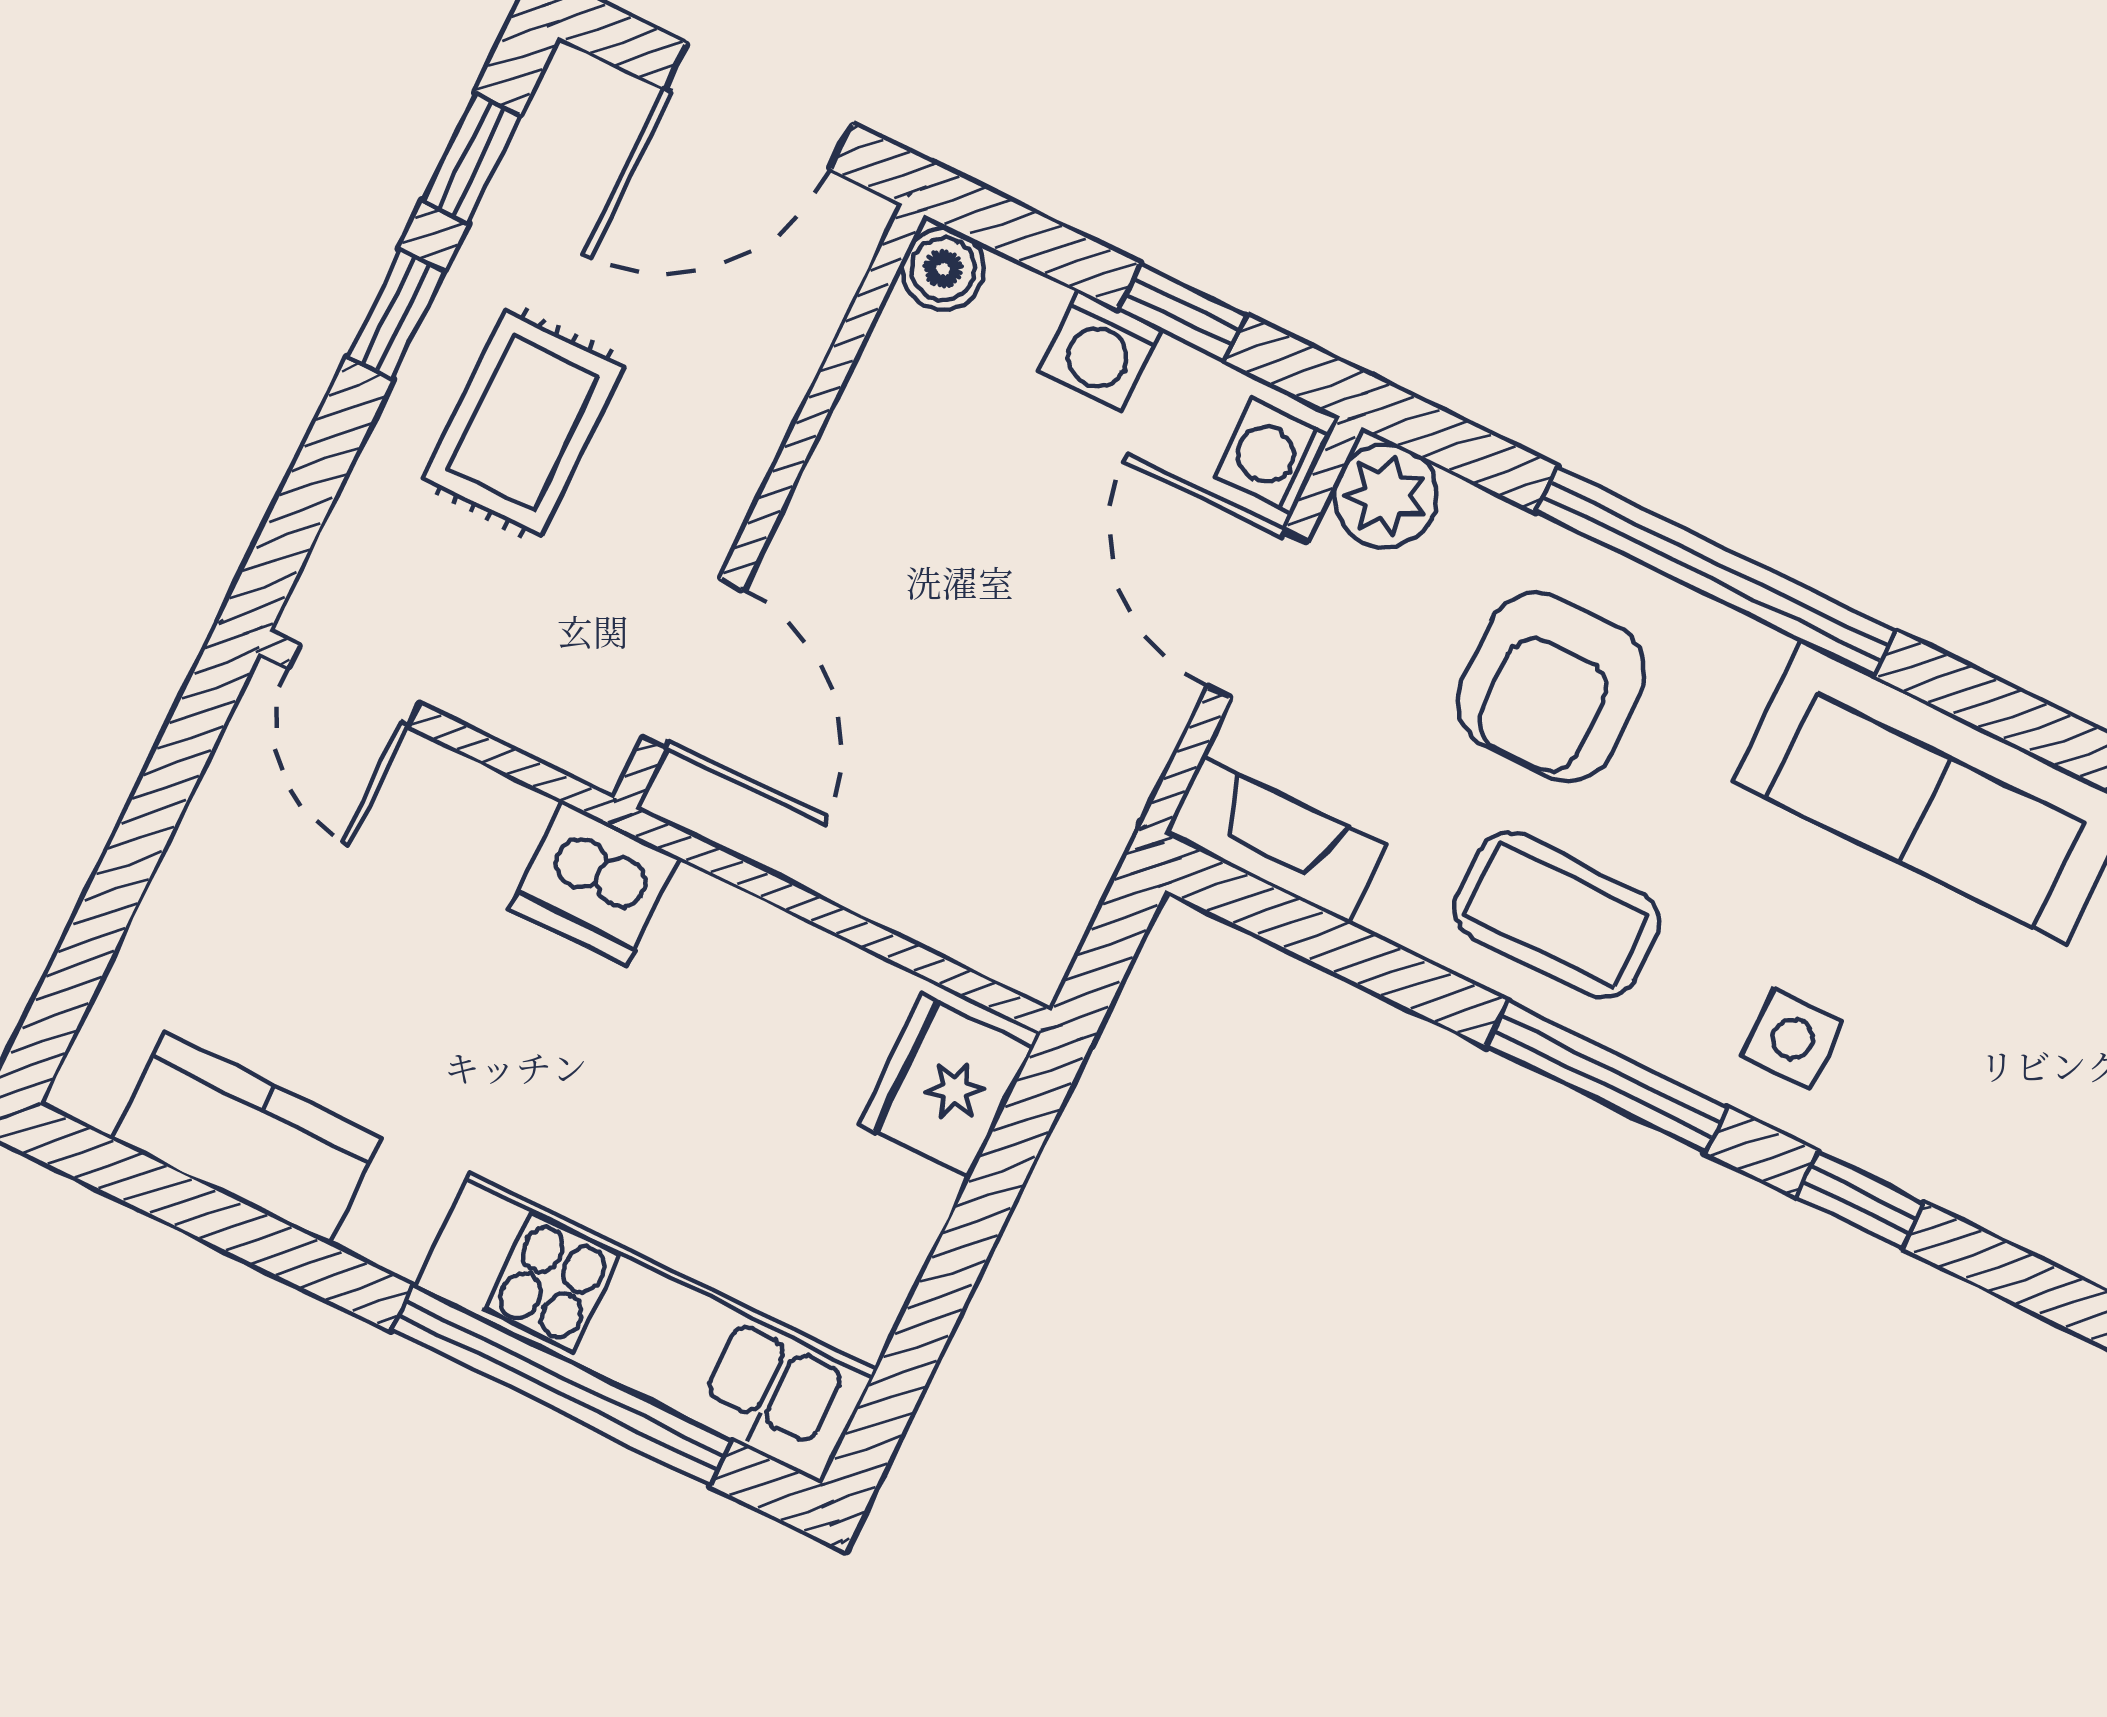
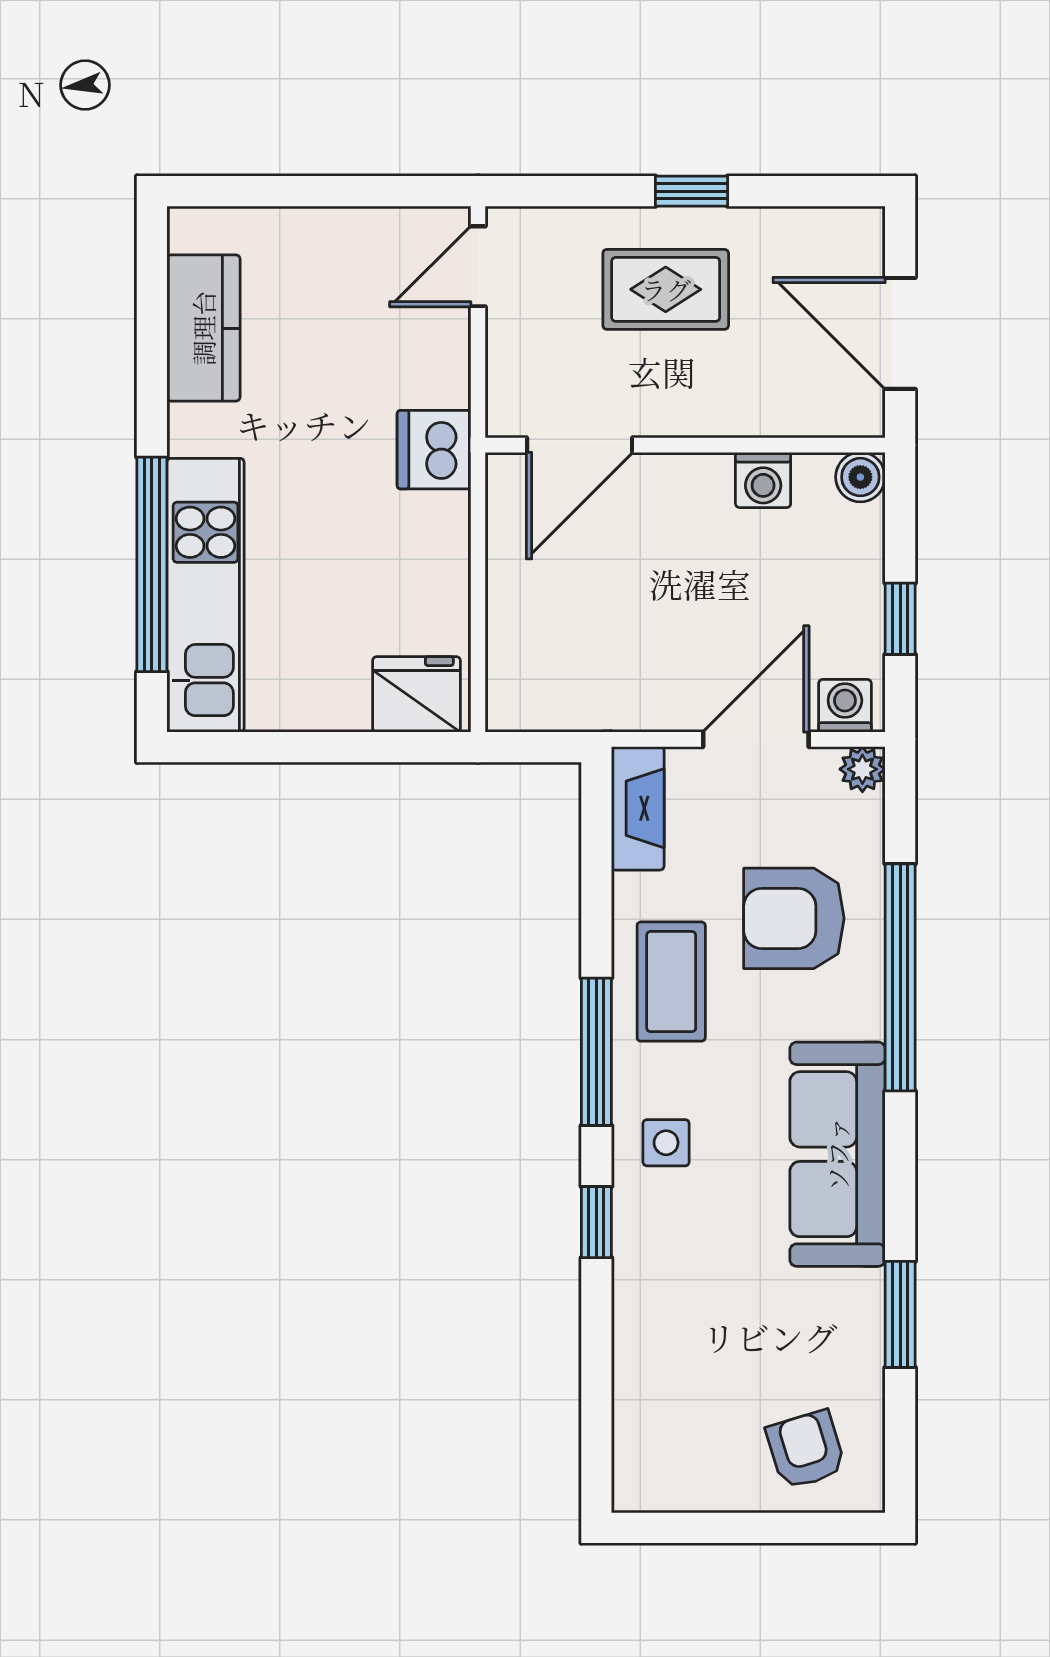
window: (471, 158) -> (796, 191), removed
washing machine: (1101, 351) -> (763, 480), moved, turned -90
plant: (1385, 496) -> (862, 769), width x0.73, depth x0.73

